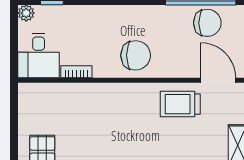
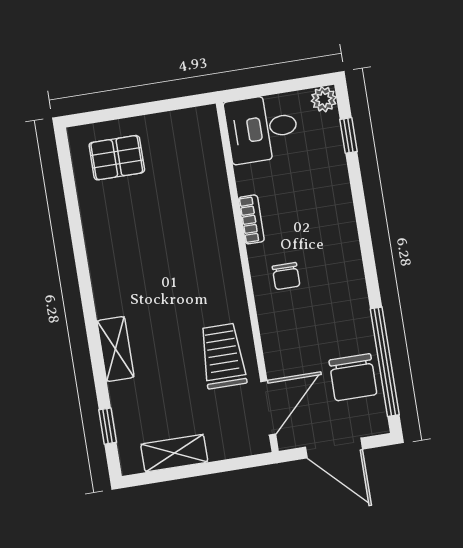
chair: (136, 55) -> (286, 276), width x0.54, depth x0.54
bookcase: (76, 72) -> (251, 219), moved

